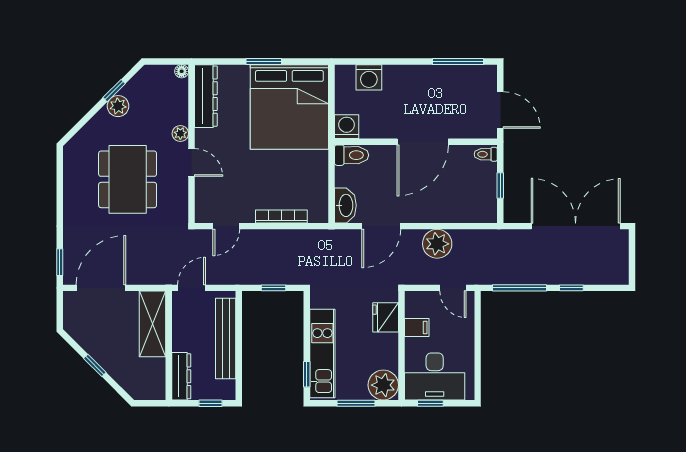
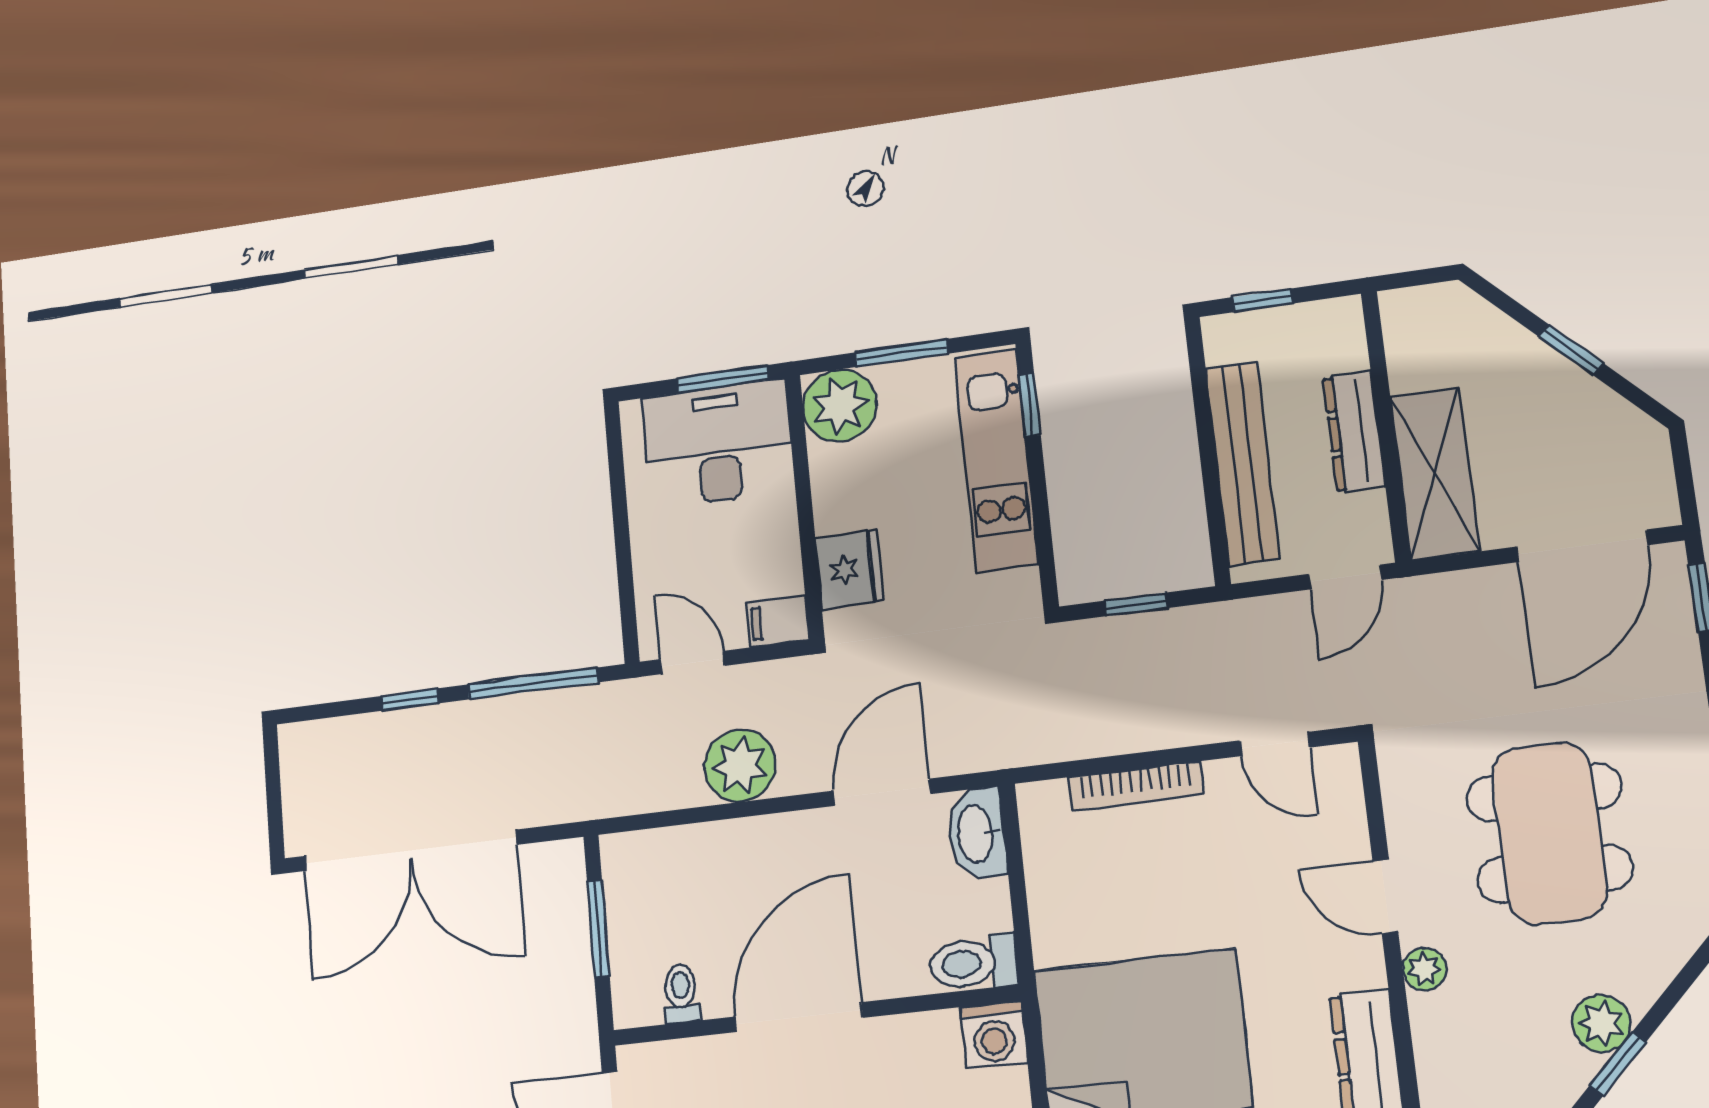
toilet: (486, 154) -> (681, 993), moved, turned -90
window: (500, 186) -> (598, 929), width x1.50
door: (226, 226) -> (1275, 744), swing flipped
filing cabinet: (417, 327) -> (778, 621), moved
dresser: (181, 376) -> (1354, 432), moved
window: (430, 403) -> (723, 379), width x1.50

